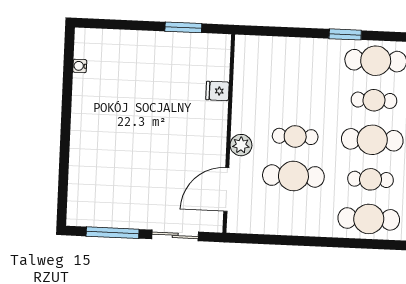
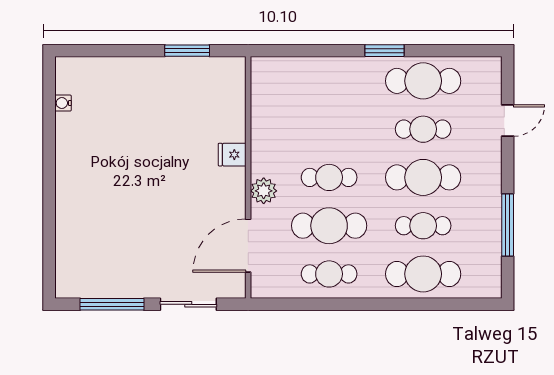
fridge: (217, 91) -> (232, 155), moved
cafe table: (292, 216) -> (329, 274), added

